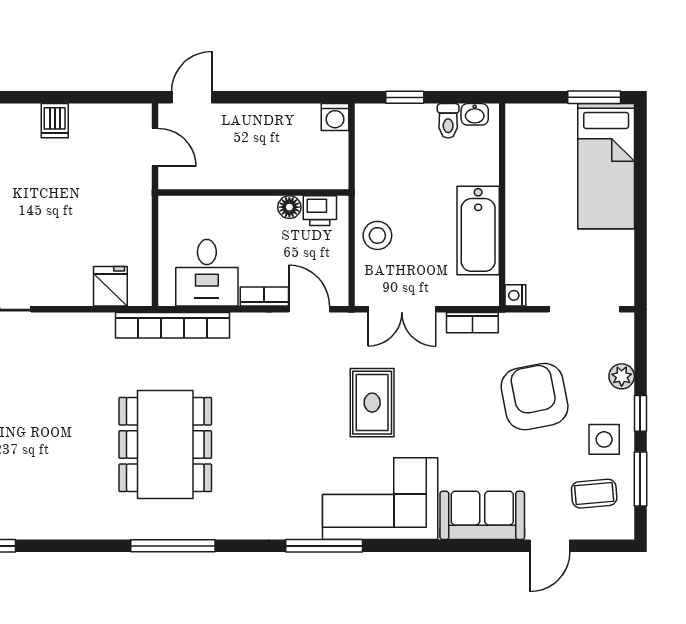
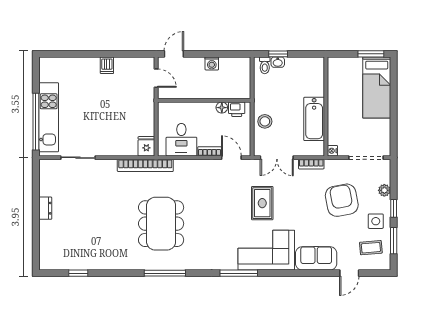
washbasin: (475, 114) -> (278, 62), moved
washing machine: (335, 117) -> (212, 63), moved
toilet: (448, 121) -> (265, 65), moved
fridge: (110, 286) -> (146, 146), moved
bookcase: (173, 325) -> (145, 165), moved

